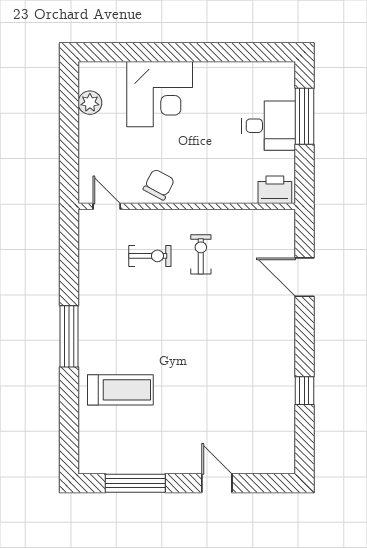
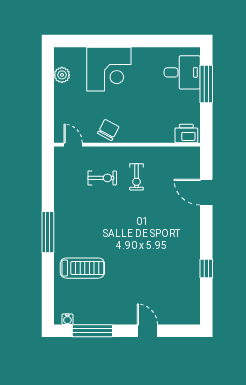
desk: (269, 126) -> (182, 72), moved
exercise bike: (201, 254) -> (137, 177), turned 180
water cooler: (98, 466) -> (67, 319), added

